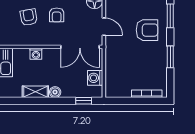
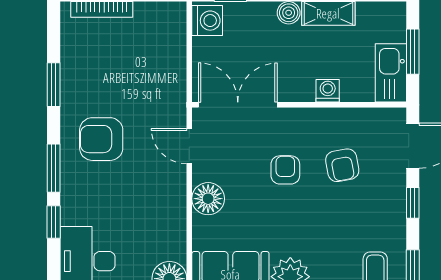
washing machine: (95, 78) -> (207, 21), moved

